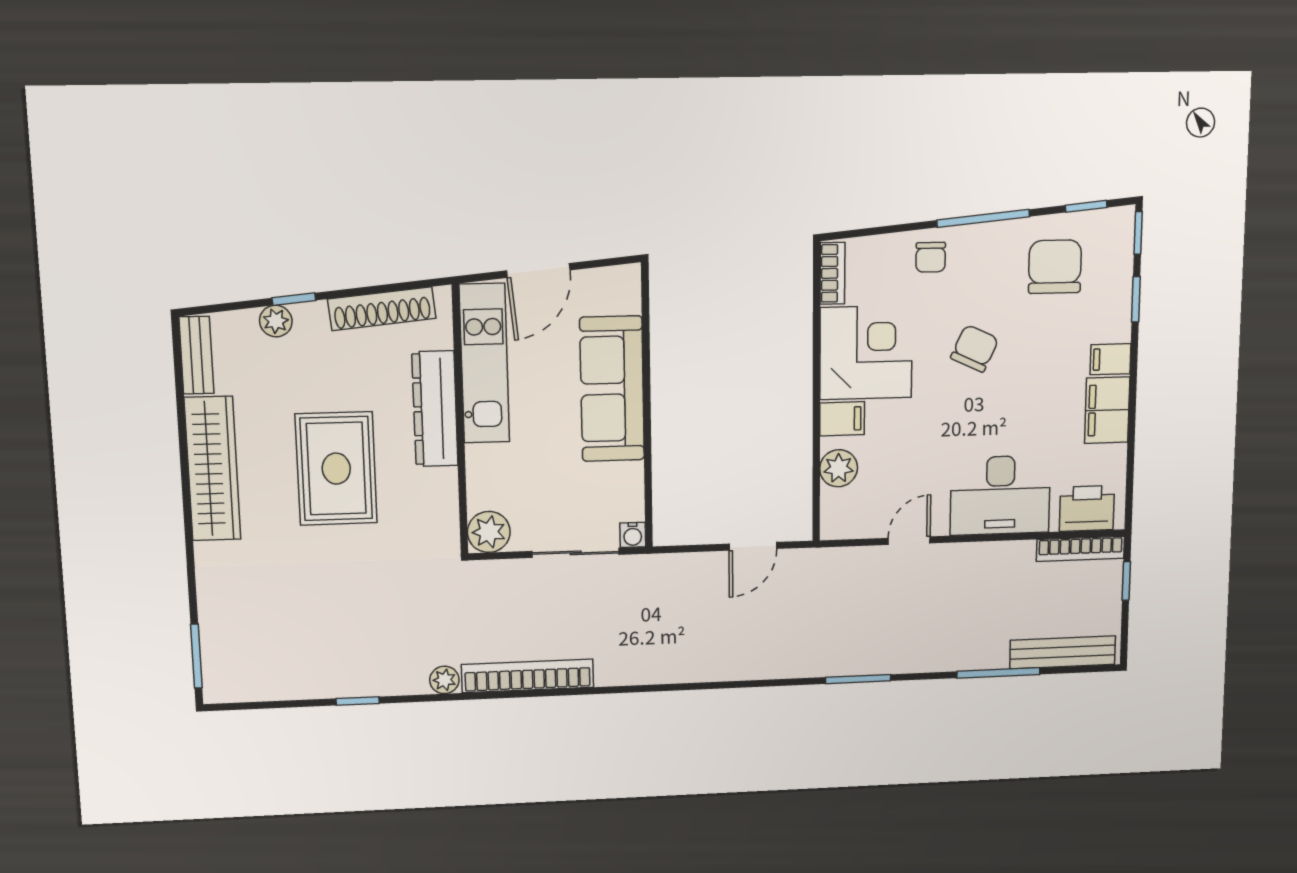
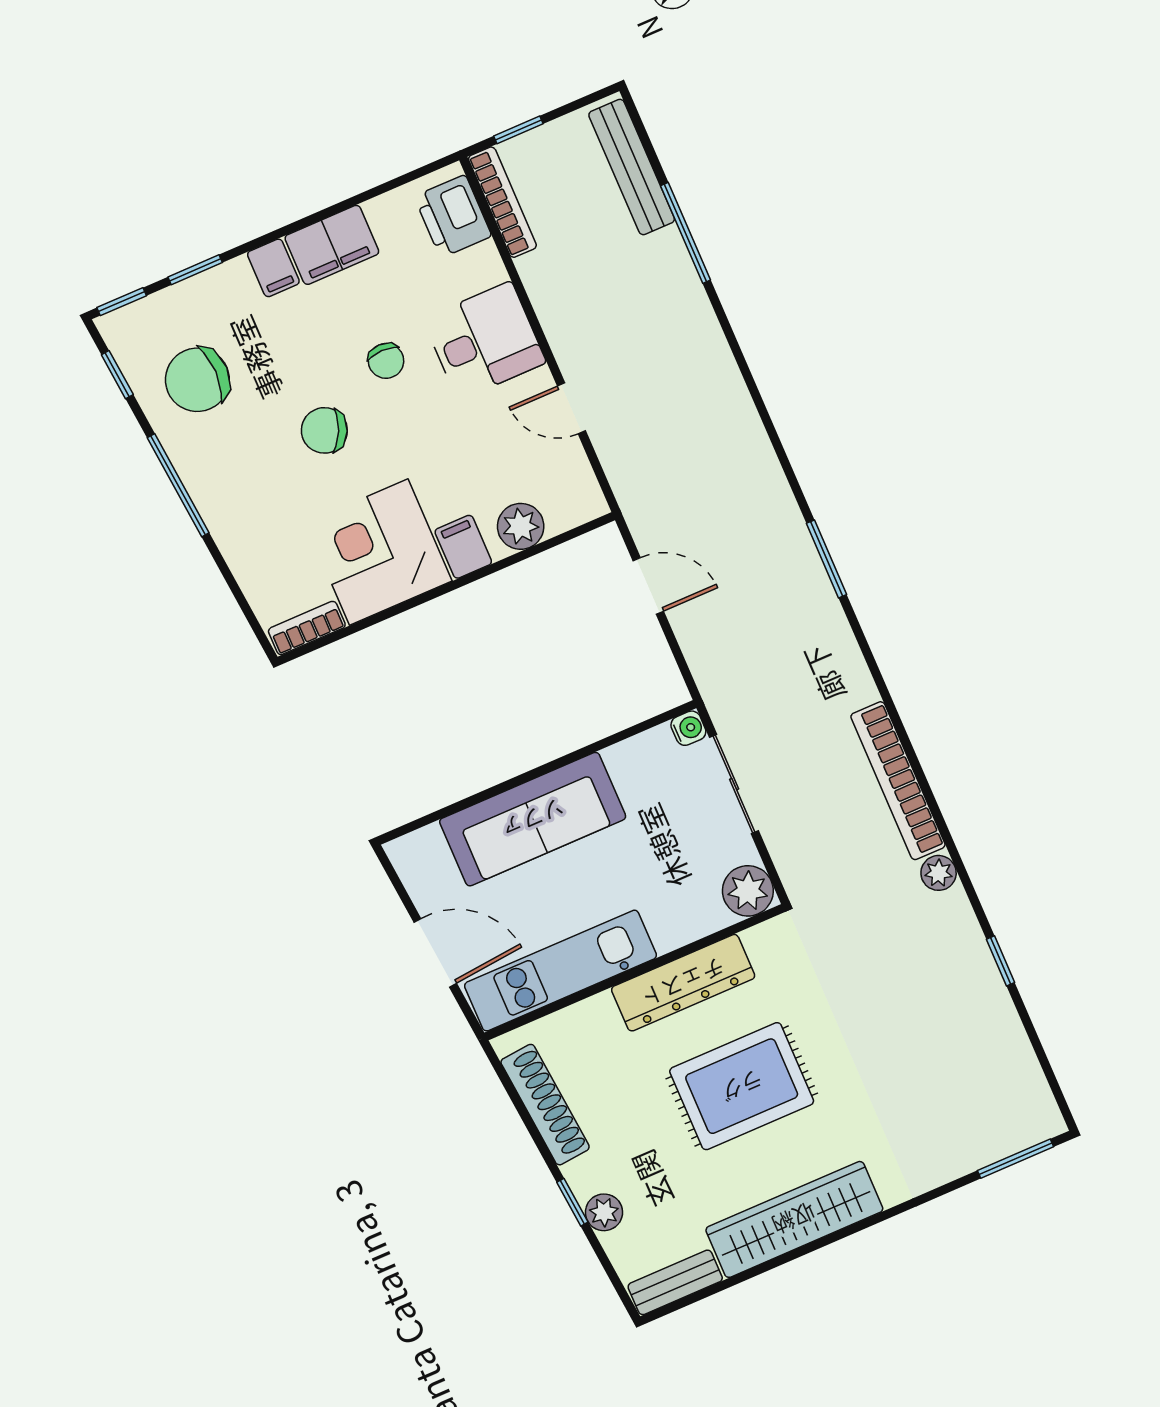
chair: (931, 257) -> (386, 361), moved, turned 90
dresser: (435, 409) -> (683, 983), moved
desk: (1000, 495) -> (484, 341), width x0.73
window: (858, 679) -> (827, 559), moved

